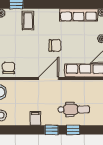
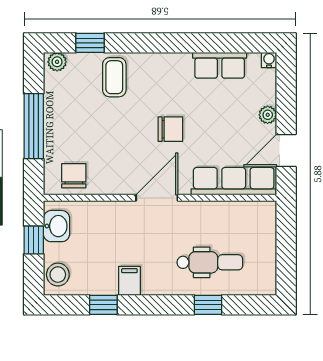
row of seats: (79, 15) -> (220, 65), width x0.68
window: (52, 130) -> (103, 305), moved

